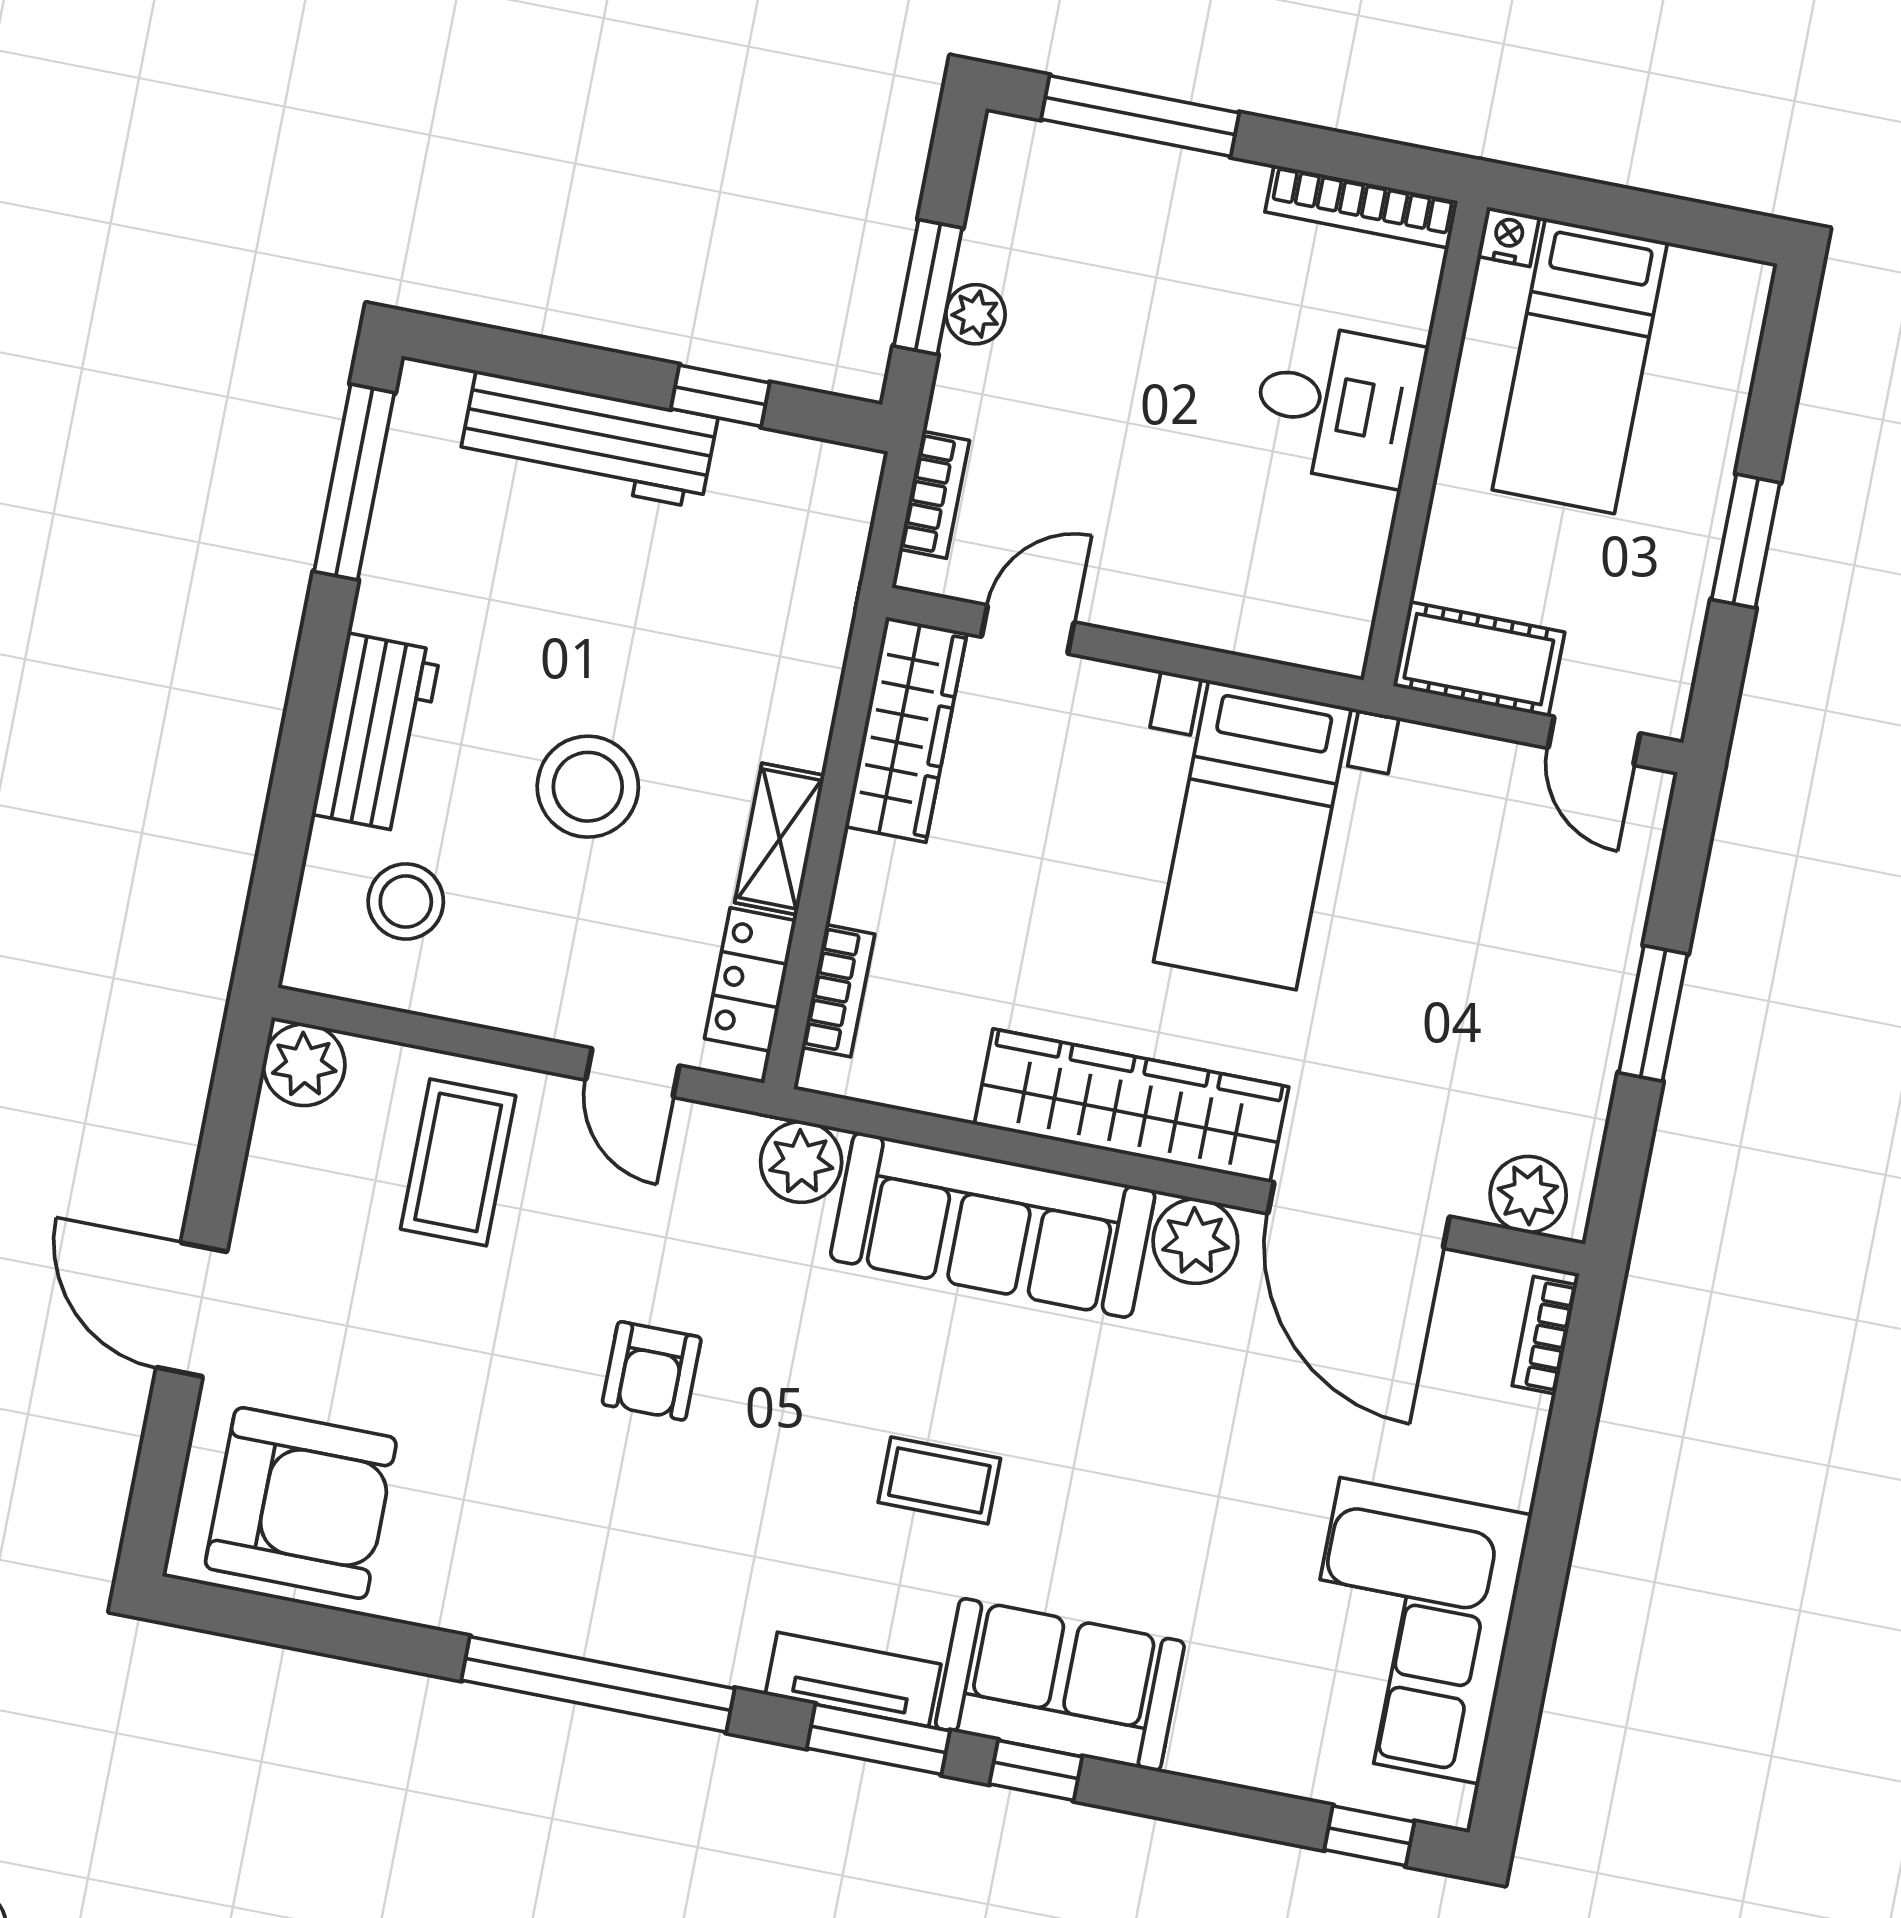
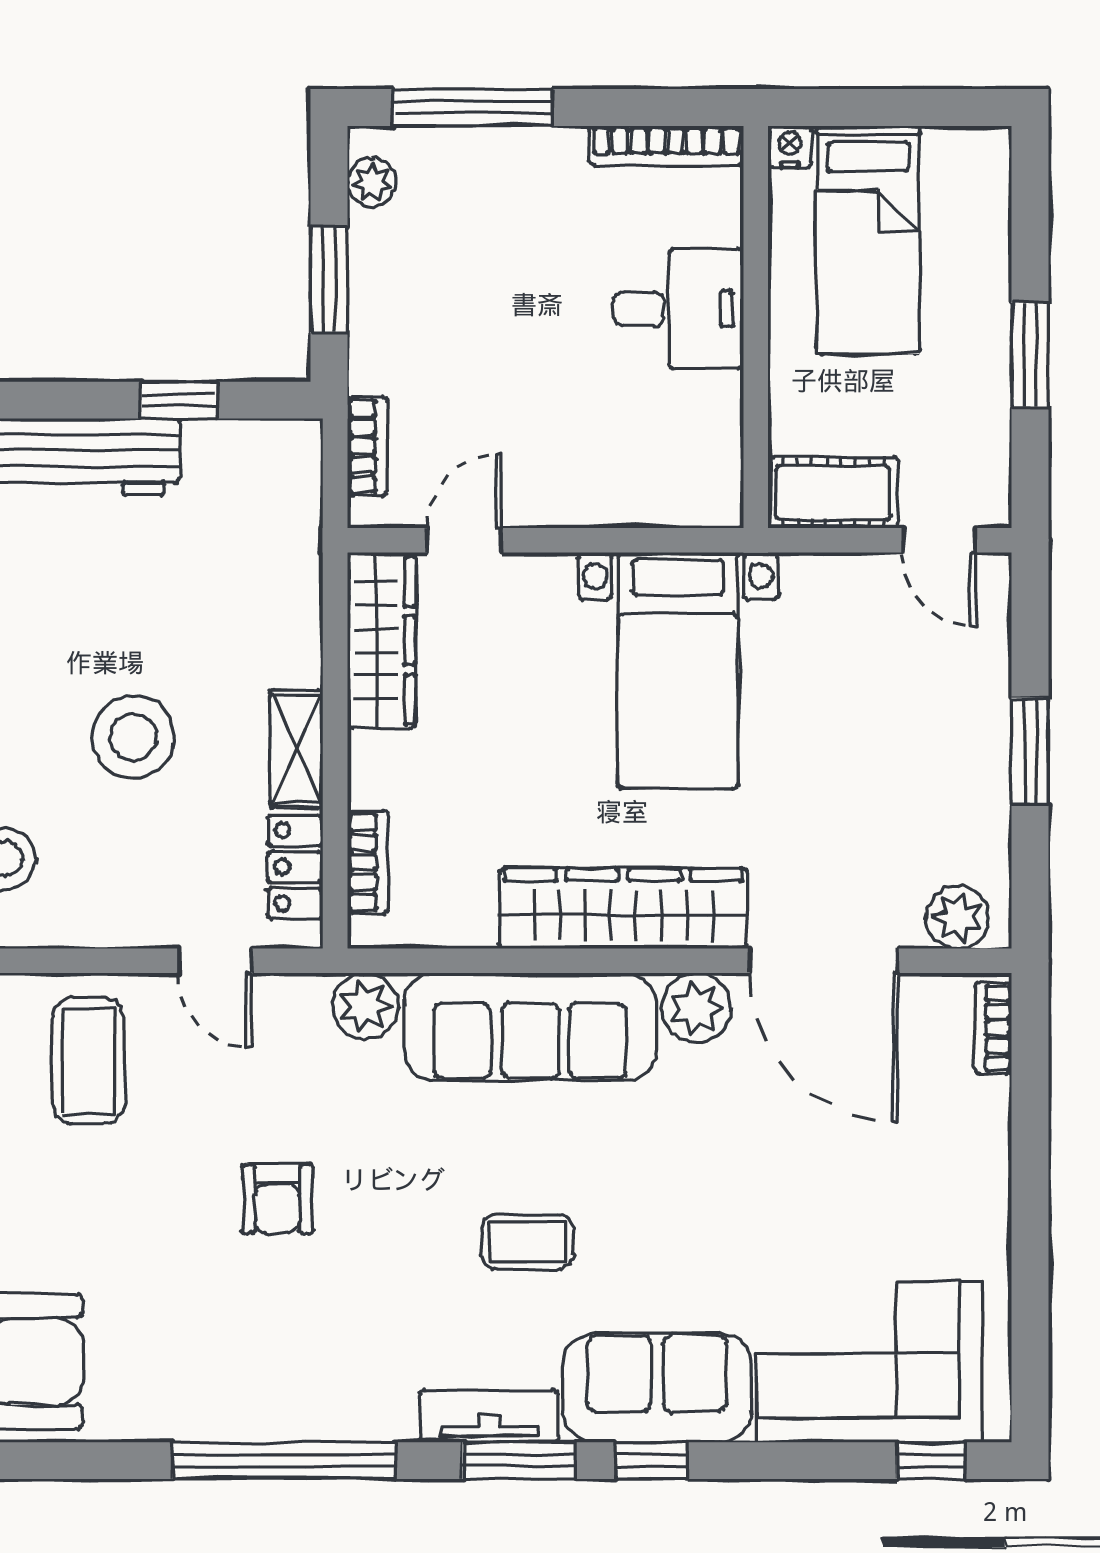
plant: (976, 314) -> (372, 182), moved
corner sofa: (1410, 1631) -> (869, 1362), moved, turned 90

